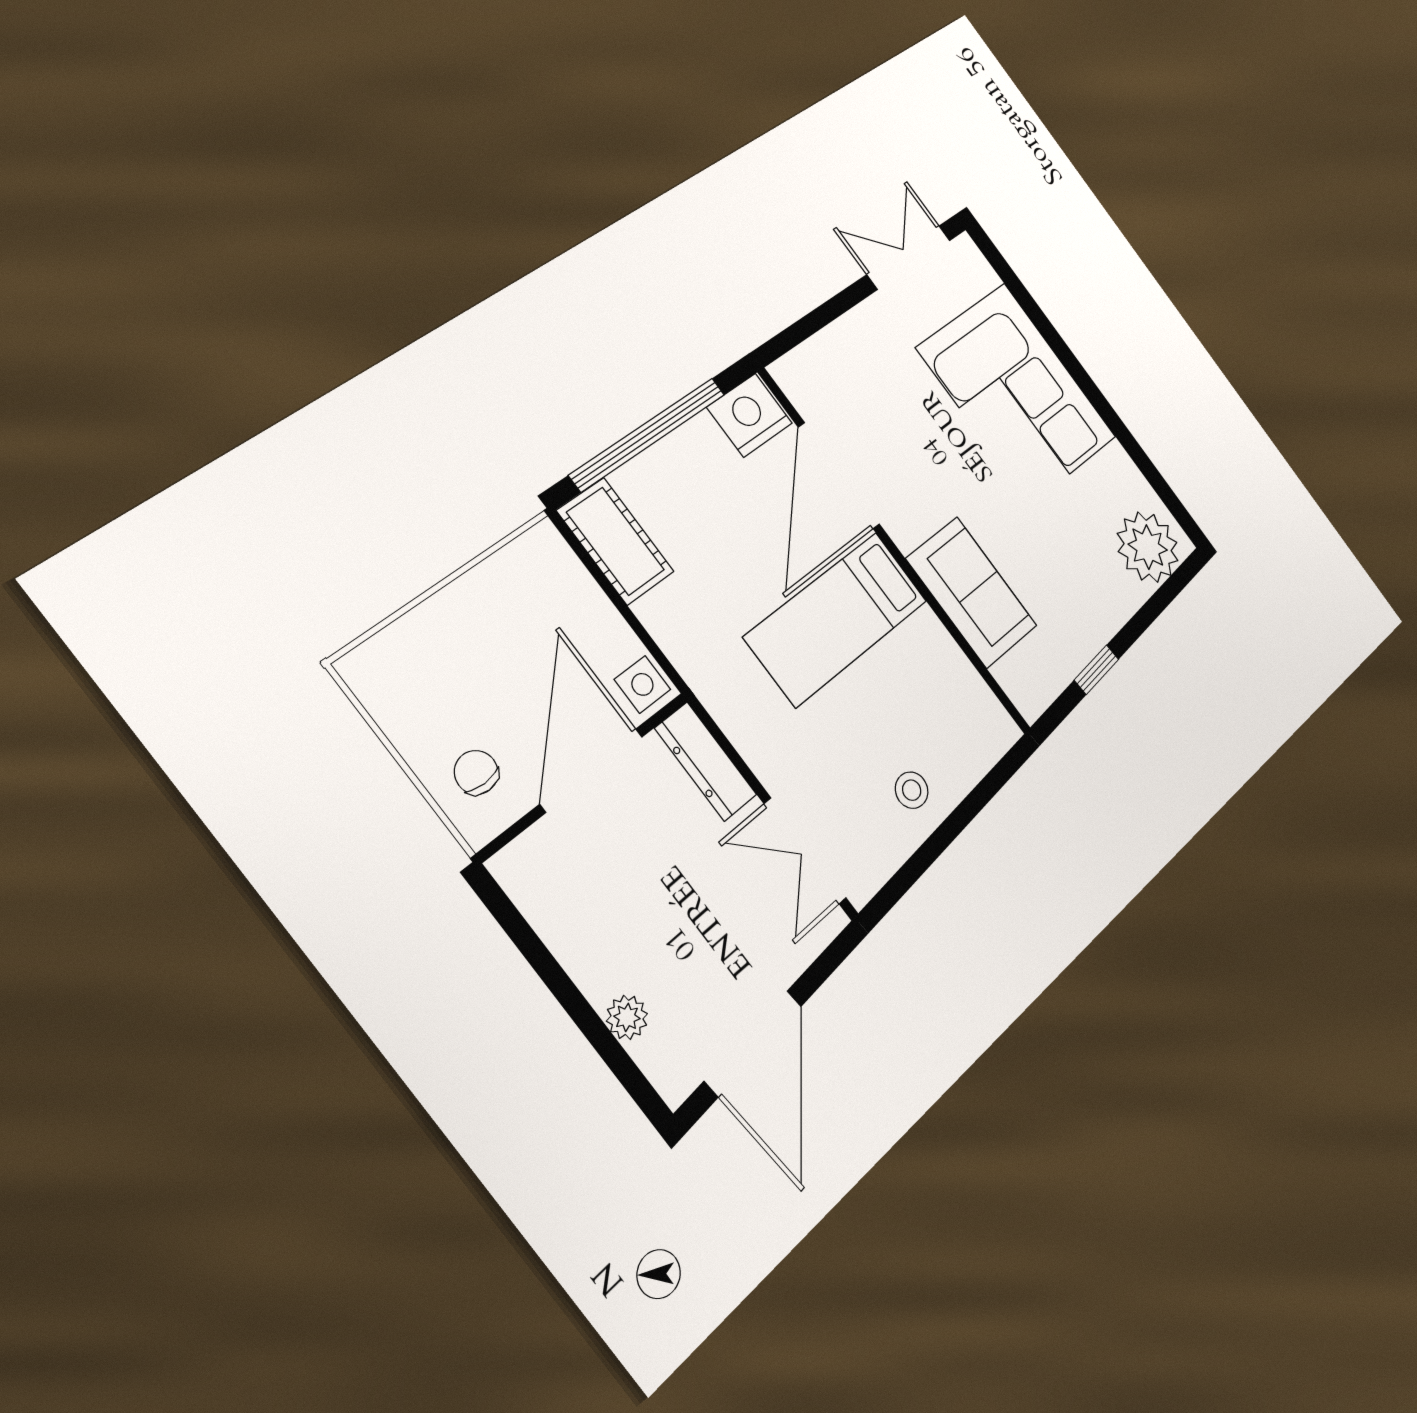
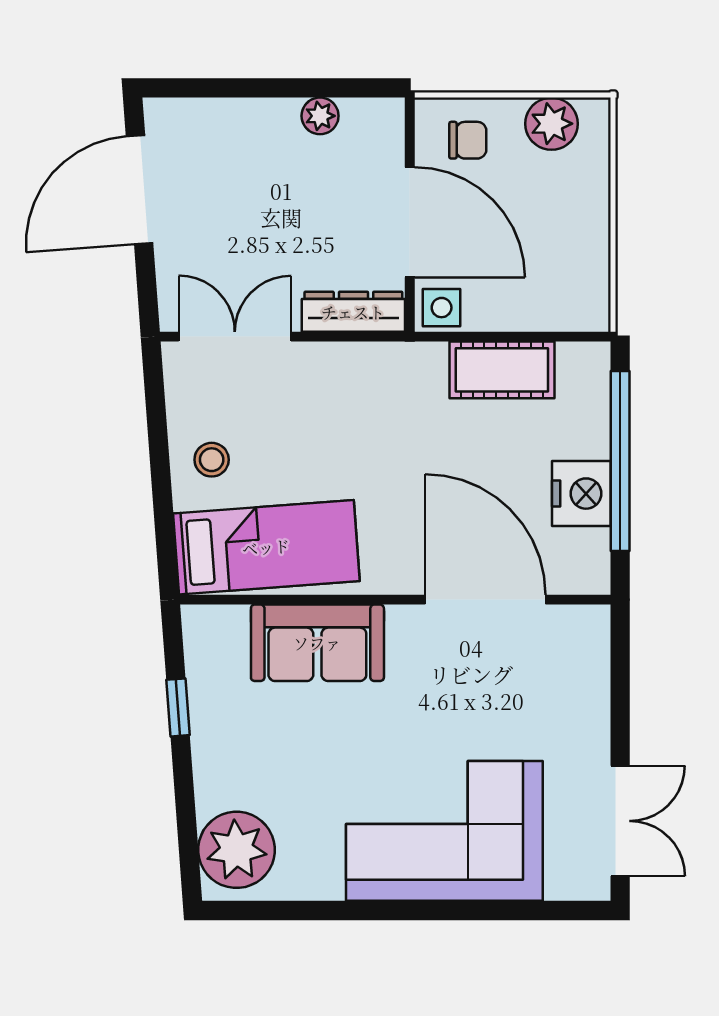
nightstand: (750, 415) -> (581, 494), moved
cot: (616, 541) -> (502, 370), moved
bed: (837, 619) -> (266, 547), moved, turned 86
plant: (399, 703) -> (552, 124), added
plant: (627, 1017) -> (320, 116), moved
door: (753, 1043) -> (140, 190), hinge flipped

